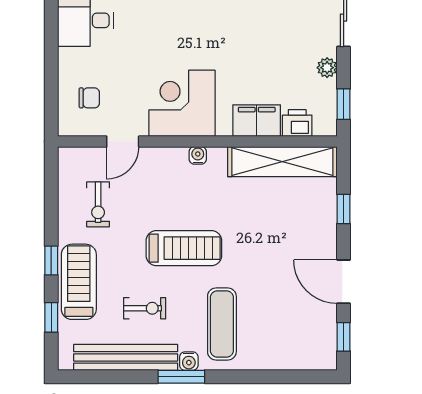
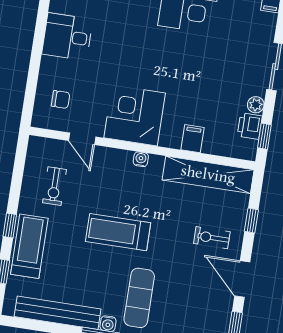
filing cabinet: (257, 121) -> (192, 139), width x0.50
printer: (297, 123) -> (250, 126), moved, turned -90
door: (123, 142) -> (82, 139), hinge flipped
treadmill: (184, 248) -> (118, 232), turned 180
exercise bike: (145, 308) -> (212, 238), moved, turned 180

